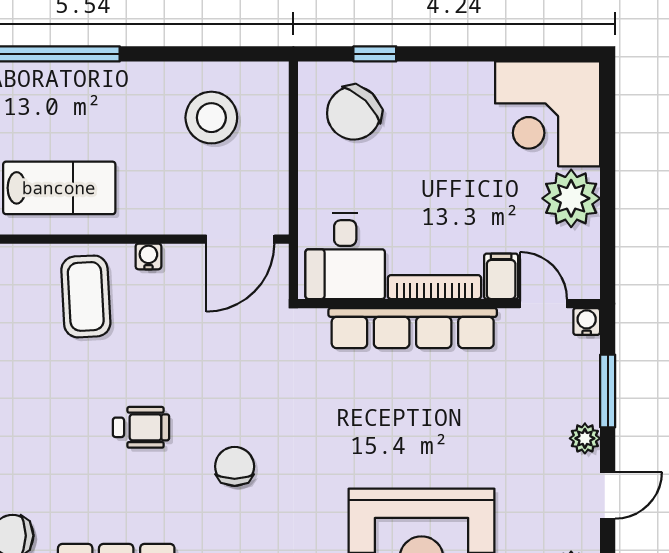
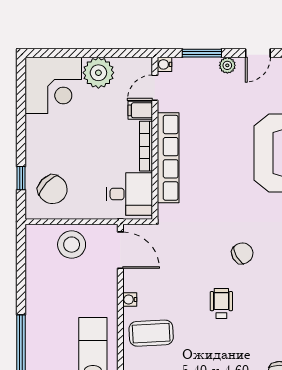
stool: (211, 118) -> (72, 245), moved
chair: (235, 466) -> (242, 253), turned 150
door: (608, 495) -> (258, 53), swing flipped

